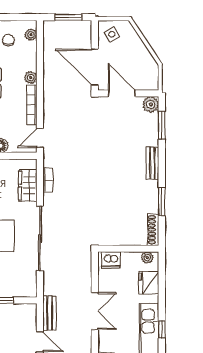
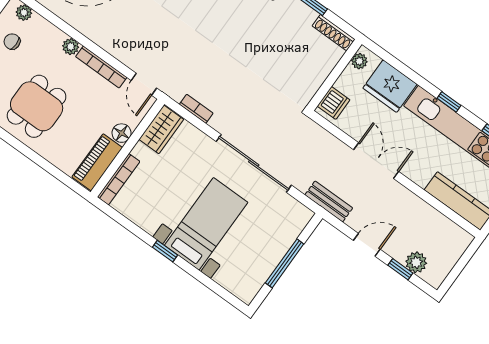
wardrobe: (28, 185) -> (161, 129), moved, turned -90
fridge: (149, 283) -> (390, 86), width x1.36, depth x1.34
bench: (50, 313) -> (329, 201), moved

